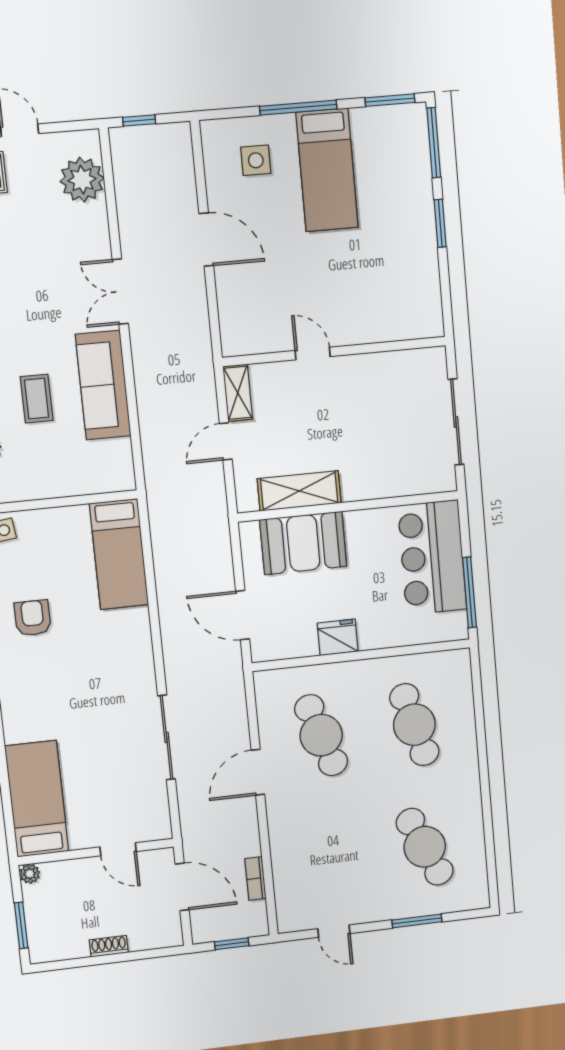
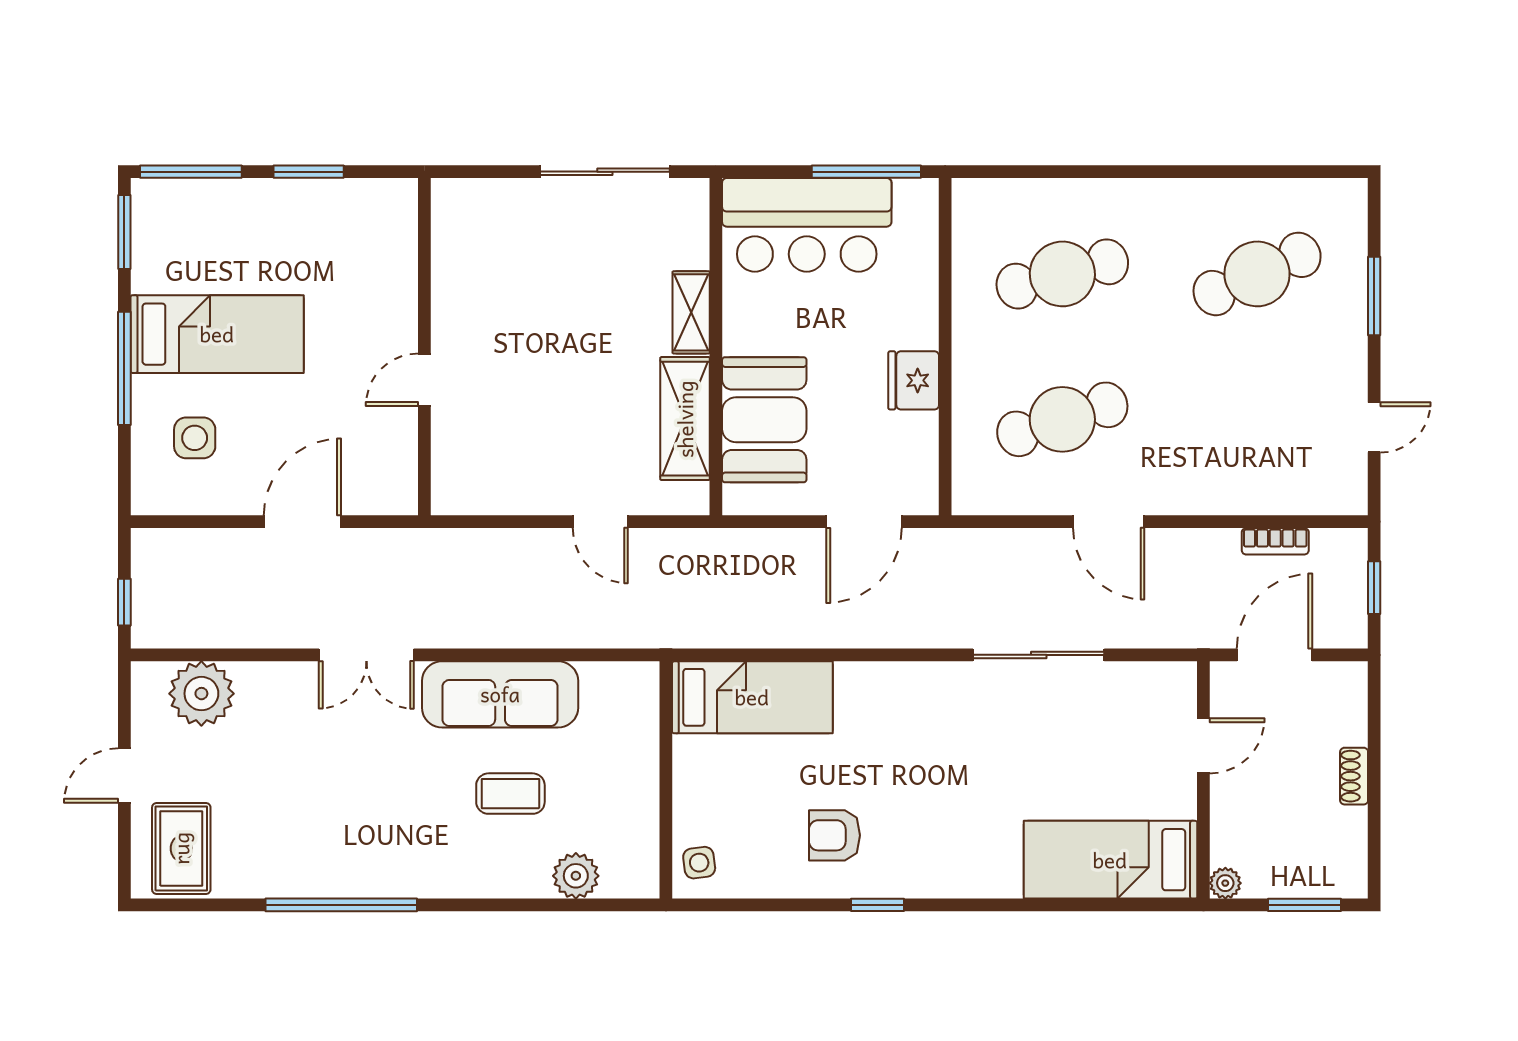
wall: (335, 352) -> (424, 347), moved
door: (313, 354) -> (424, 380), moved
shelving: (238, 393) -> (691, 312), moved, turned 90

